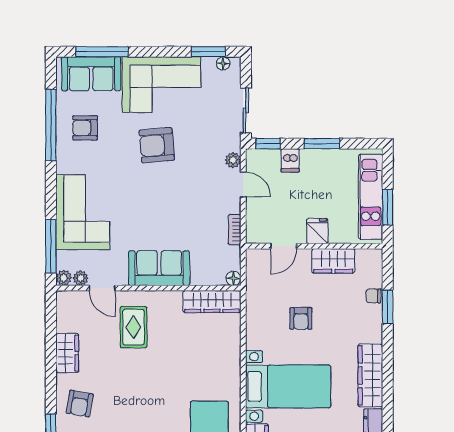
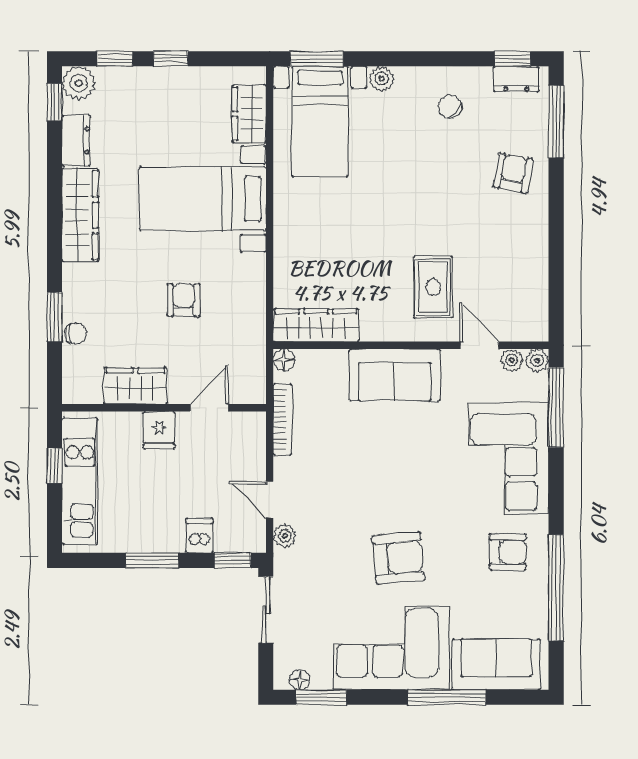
window: (102, 52) -> (447, 697), moved
armchair: (85, 128) -> (508, 552), moved
window: (388, 207) -> (54, 466), width x0.67
bookcase: (235, 230) -> (282, 419), width x1.56
wardrobe: (67, 353) -> (532, 248), removed

